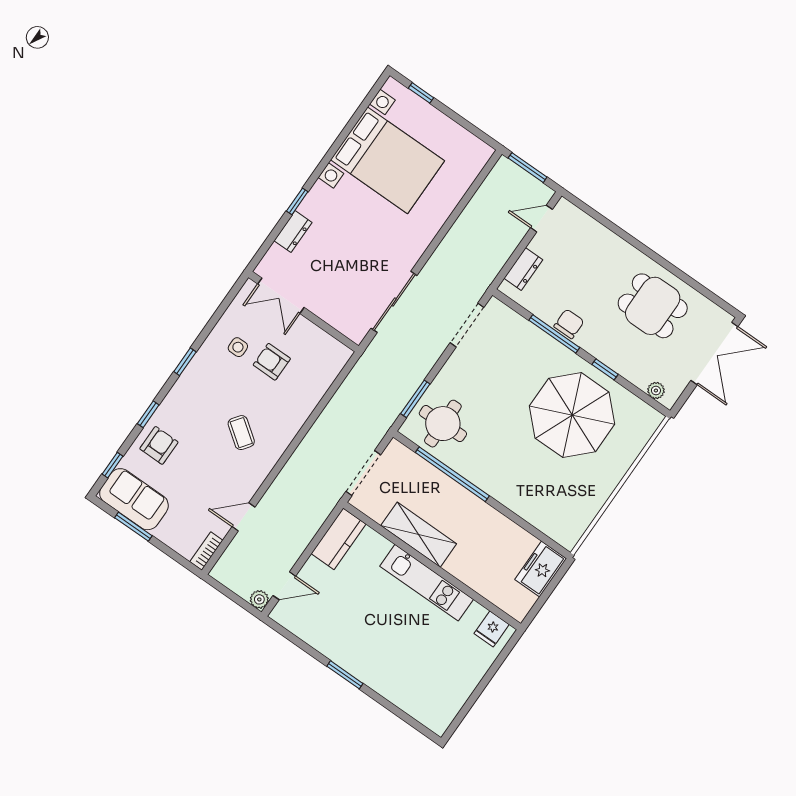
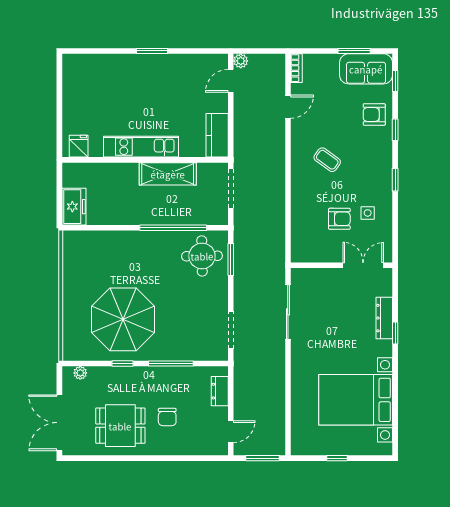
window: (421, 93) -> (337, 458), moved
dresser: (293, 232) -> (384, 318), width x1.44
chair: (569, 324) -> (167, 417), moved
armchair: (159, 445) -> (374, 115), turned 90

